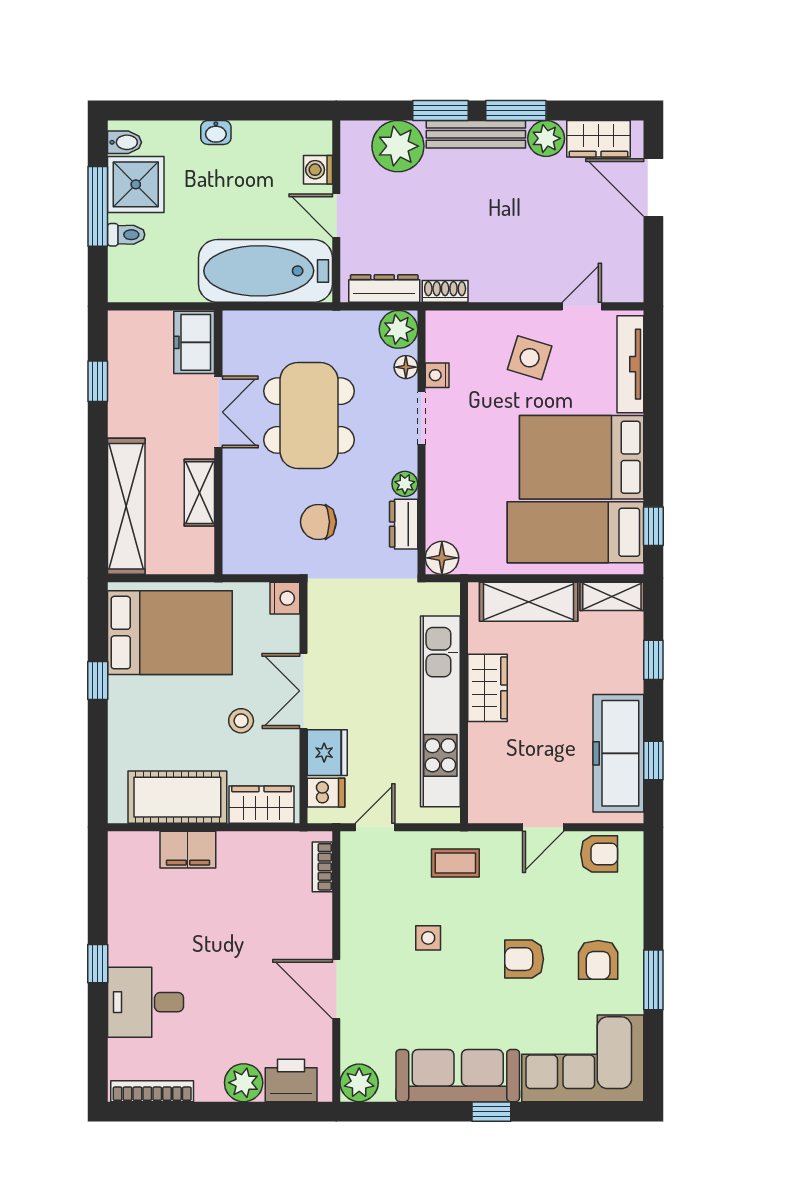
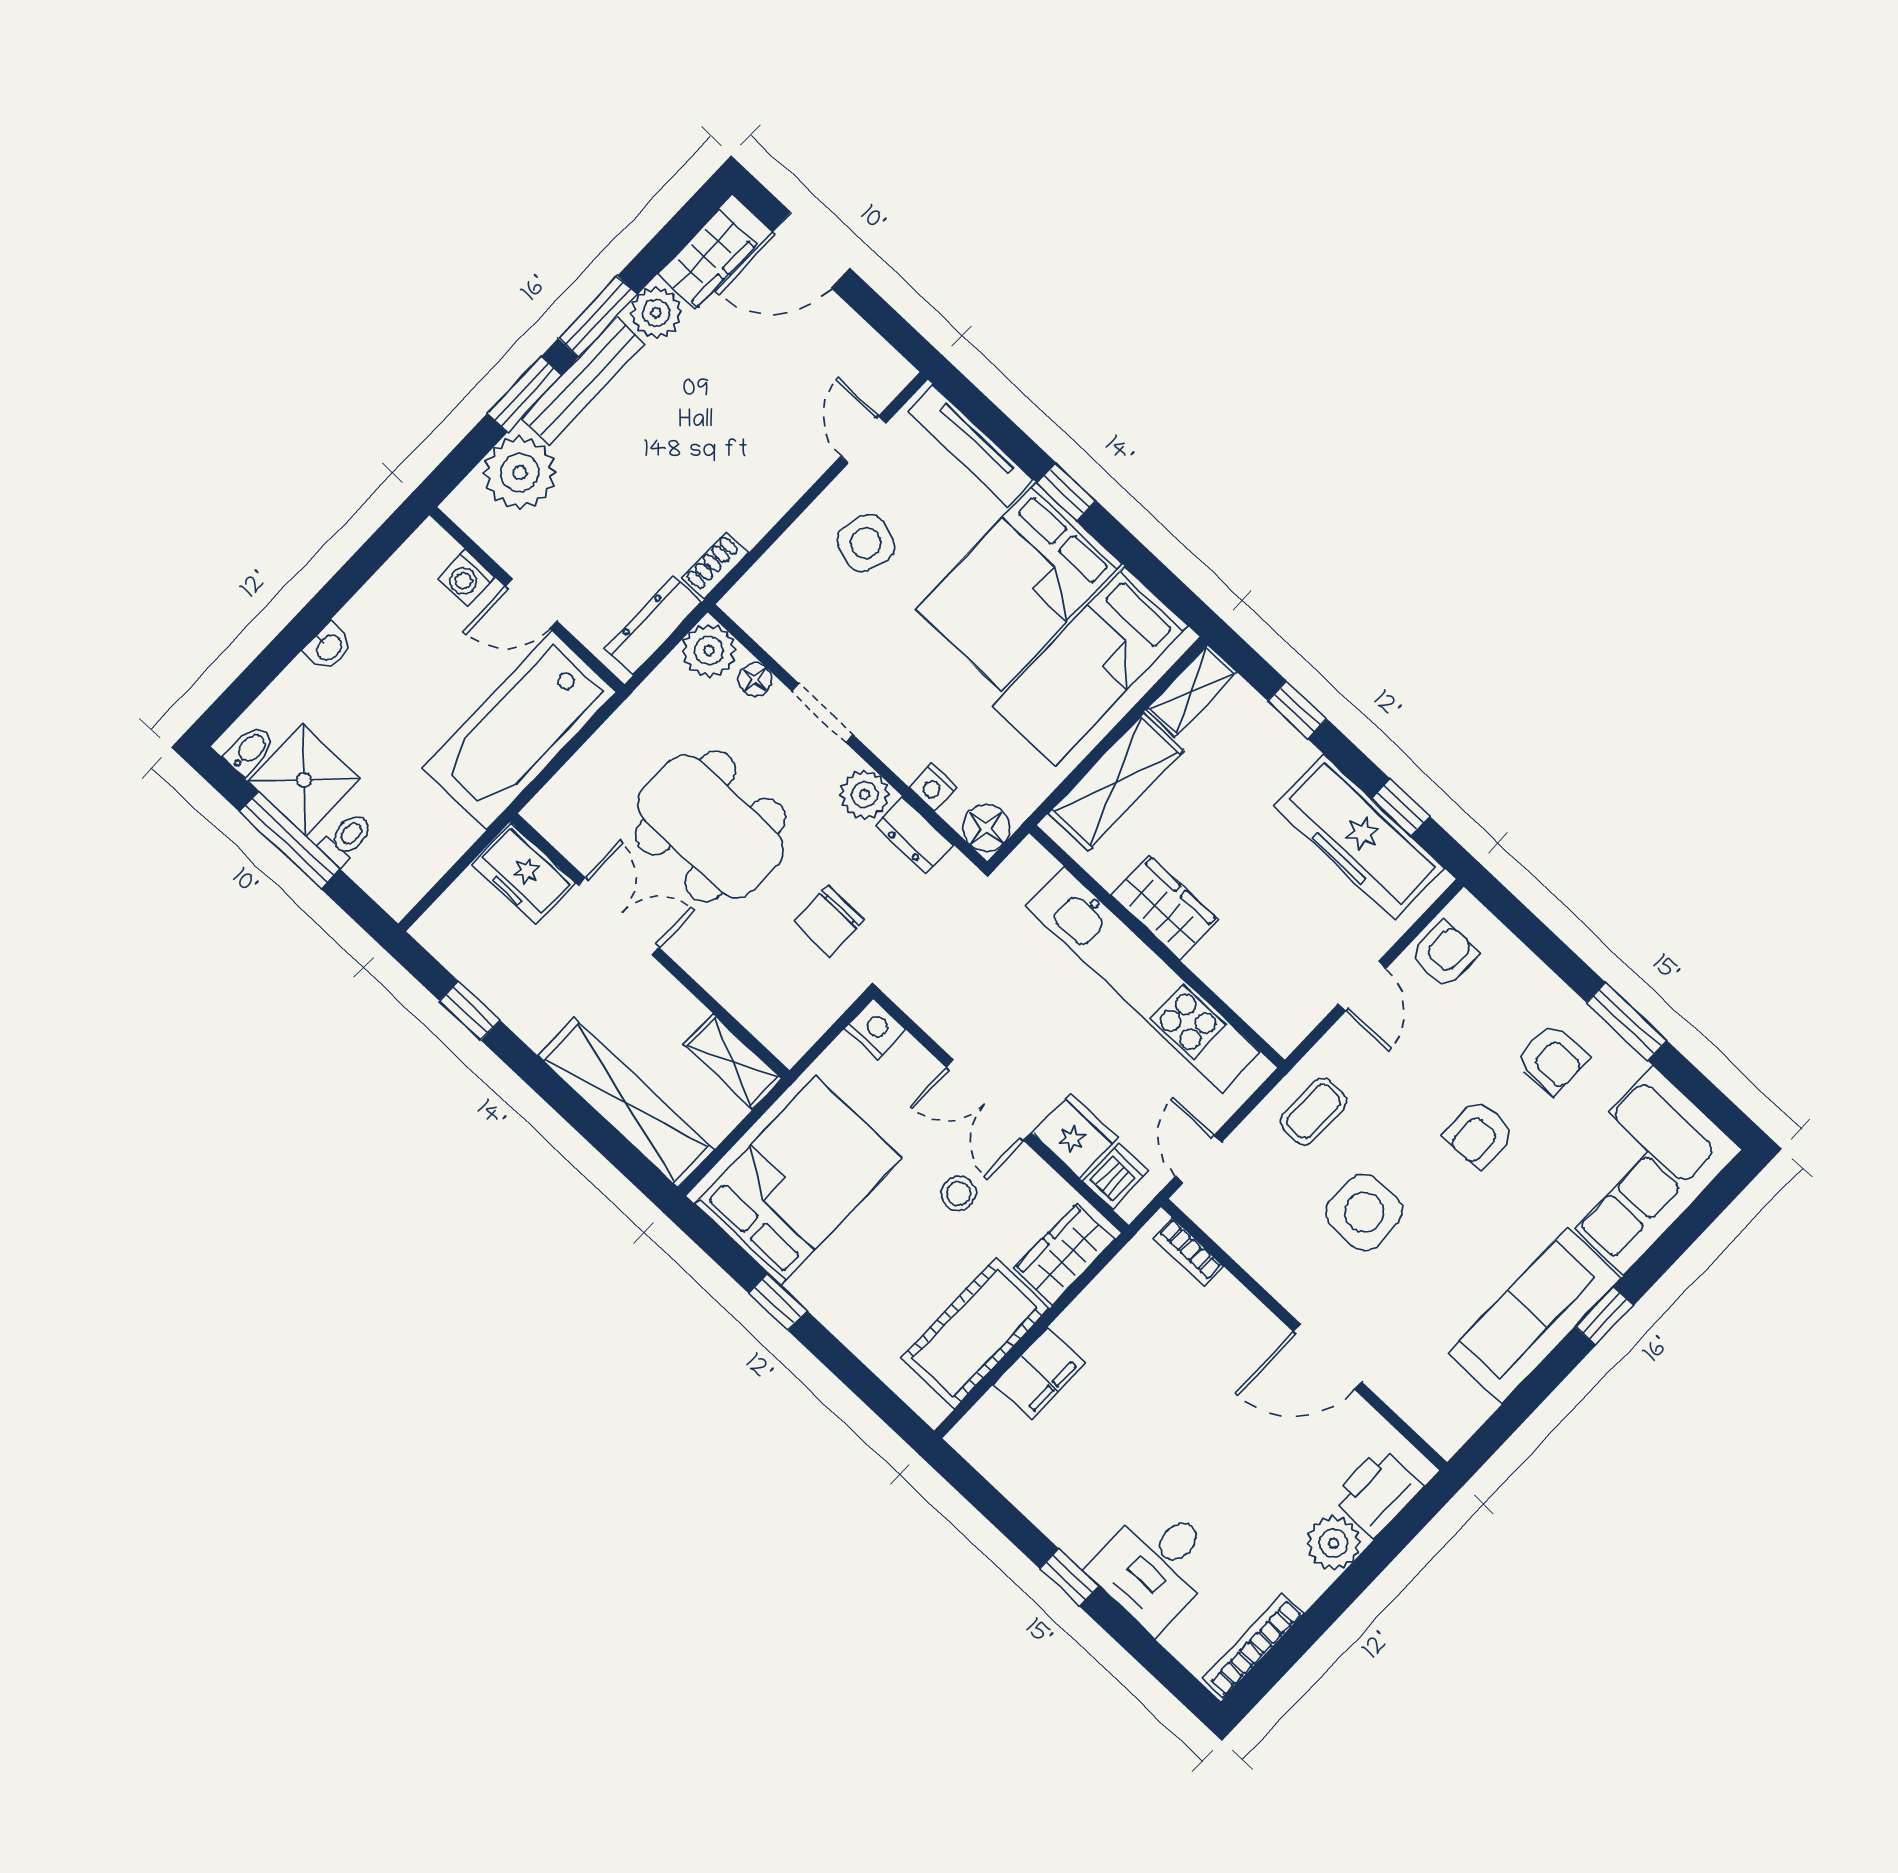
nightstand: (437, 375) -> (933, 787), moved
plant: (405, 484) -> (865, 795), width x1.38, depth x1.38
shelving: (199, 493) -> (733, 1061), moved
window: (653, 526) -> (1067, 492), moved
side table: (428, 938) -> (1364, 1212), width x1.87, depth x1.87
plant: (359, 1083) -> (1446, 1424), removed

